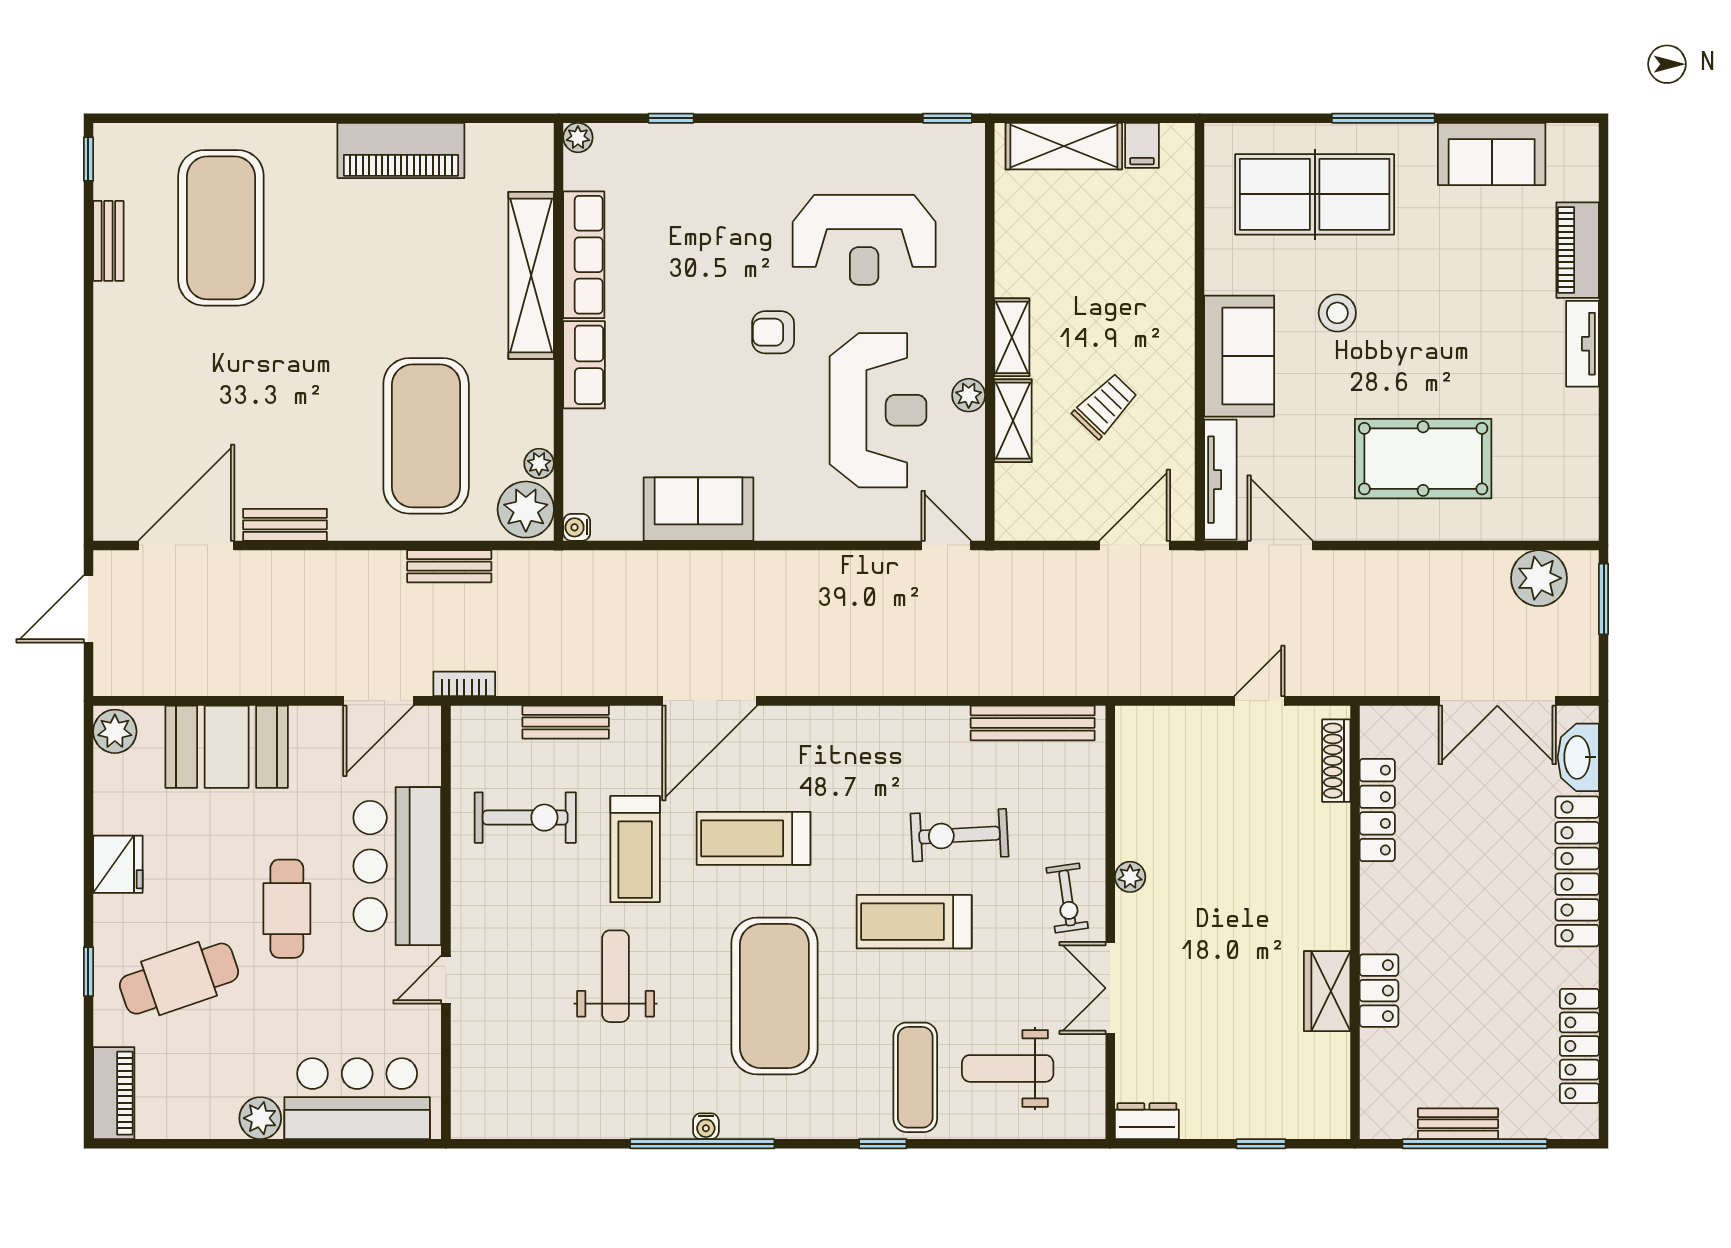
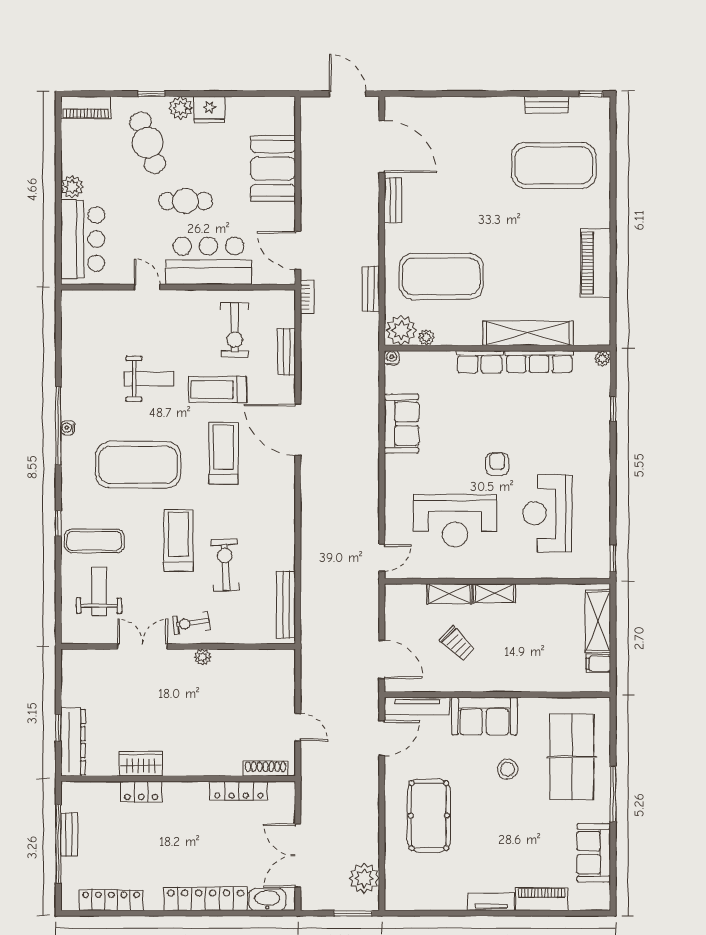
plant: (969, 395) -> (463, 570), removed
plant: (115, 731) -> (181, 108), moved
dresser: (1147, 1121) -> (73, 742), moved, width x1.96, depth x1.24

